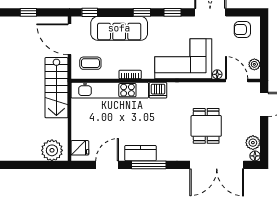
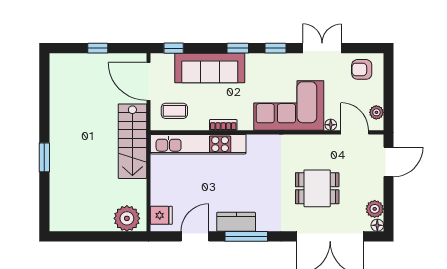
dishwasher: (158, 90) -> (258, 144), removed
dining table: (206, 126) -> (317, 188), turned 90

